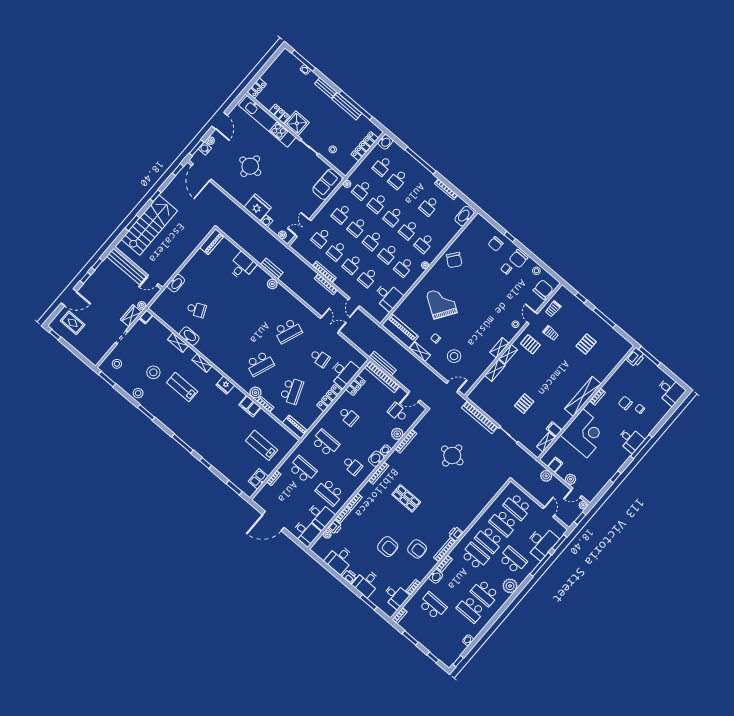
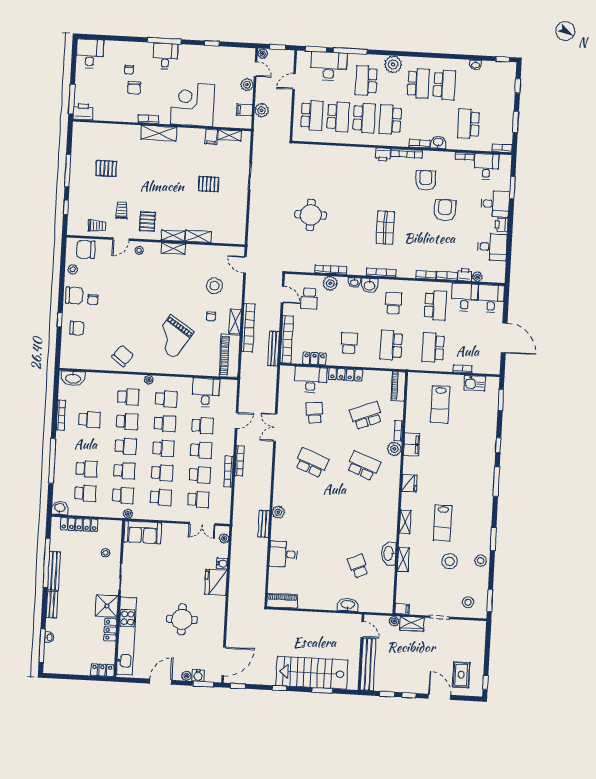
shelving: (583, 396) -> (159, 133), width x0.68
bookcase: (480, 417) -> (248, 328), moved

